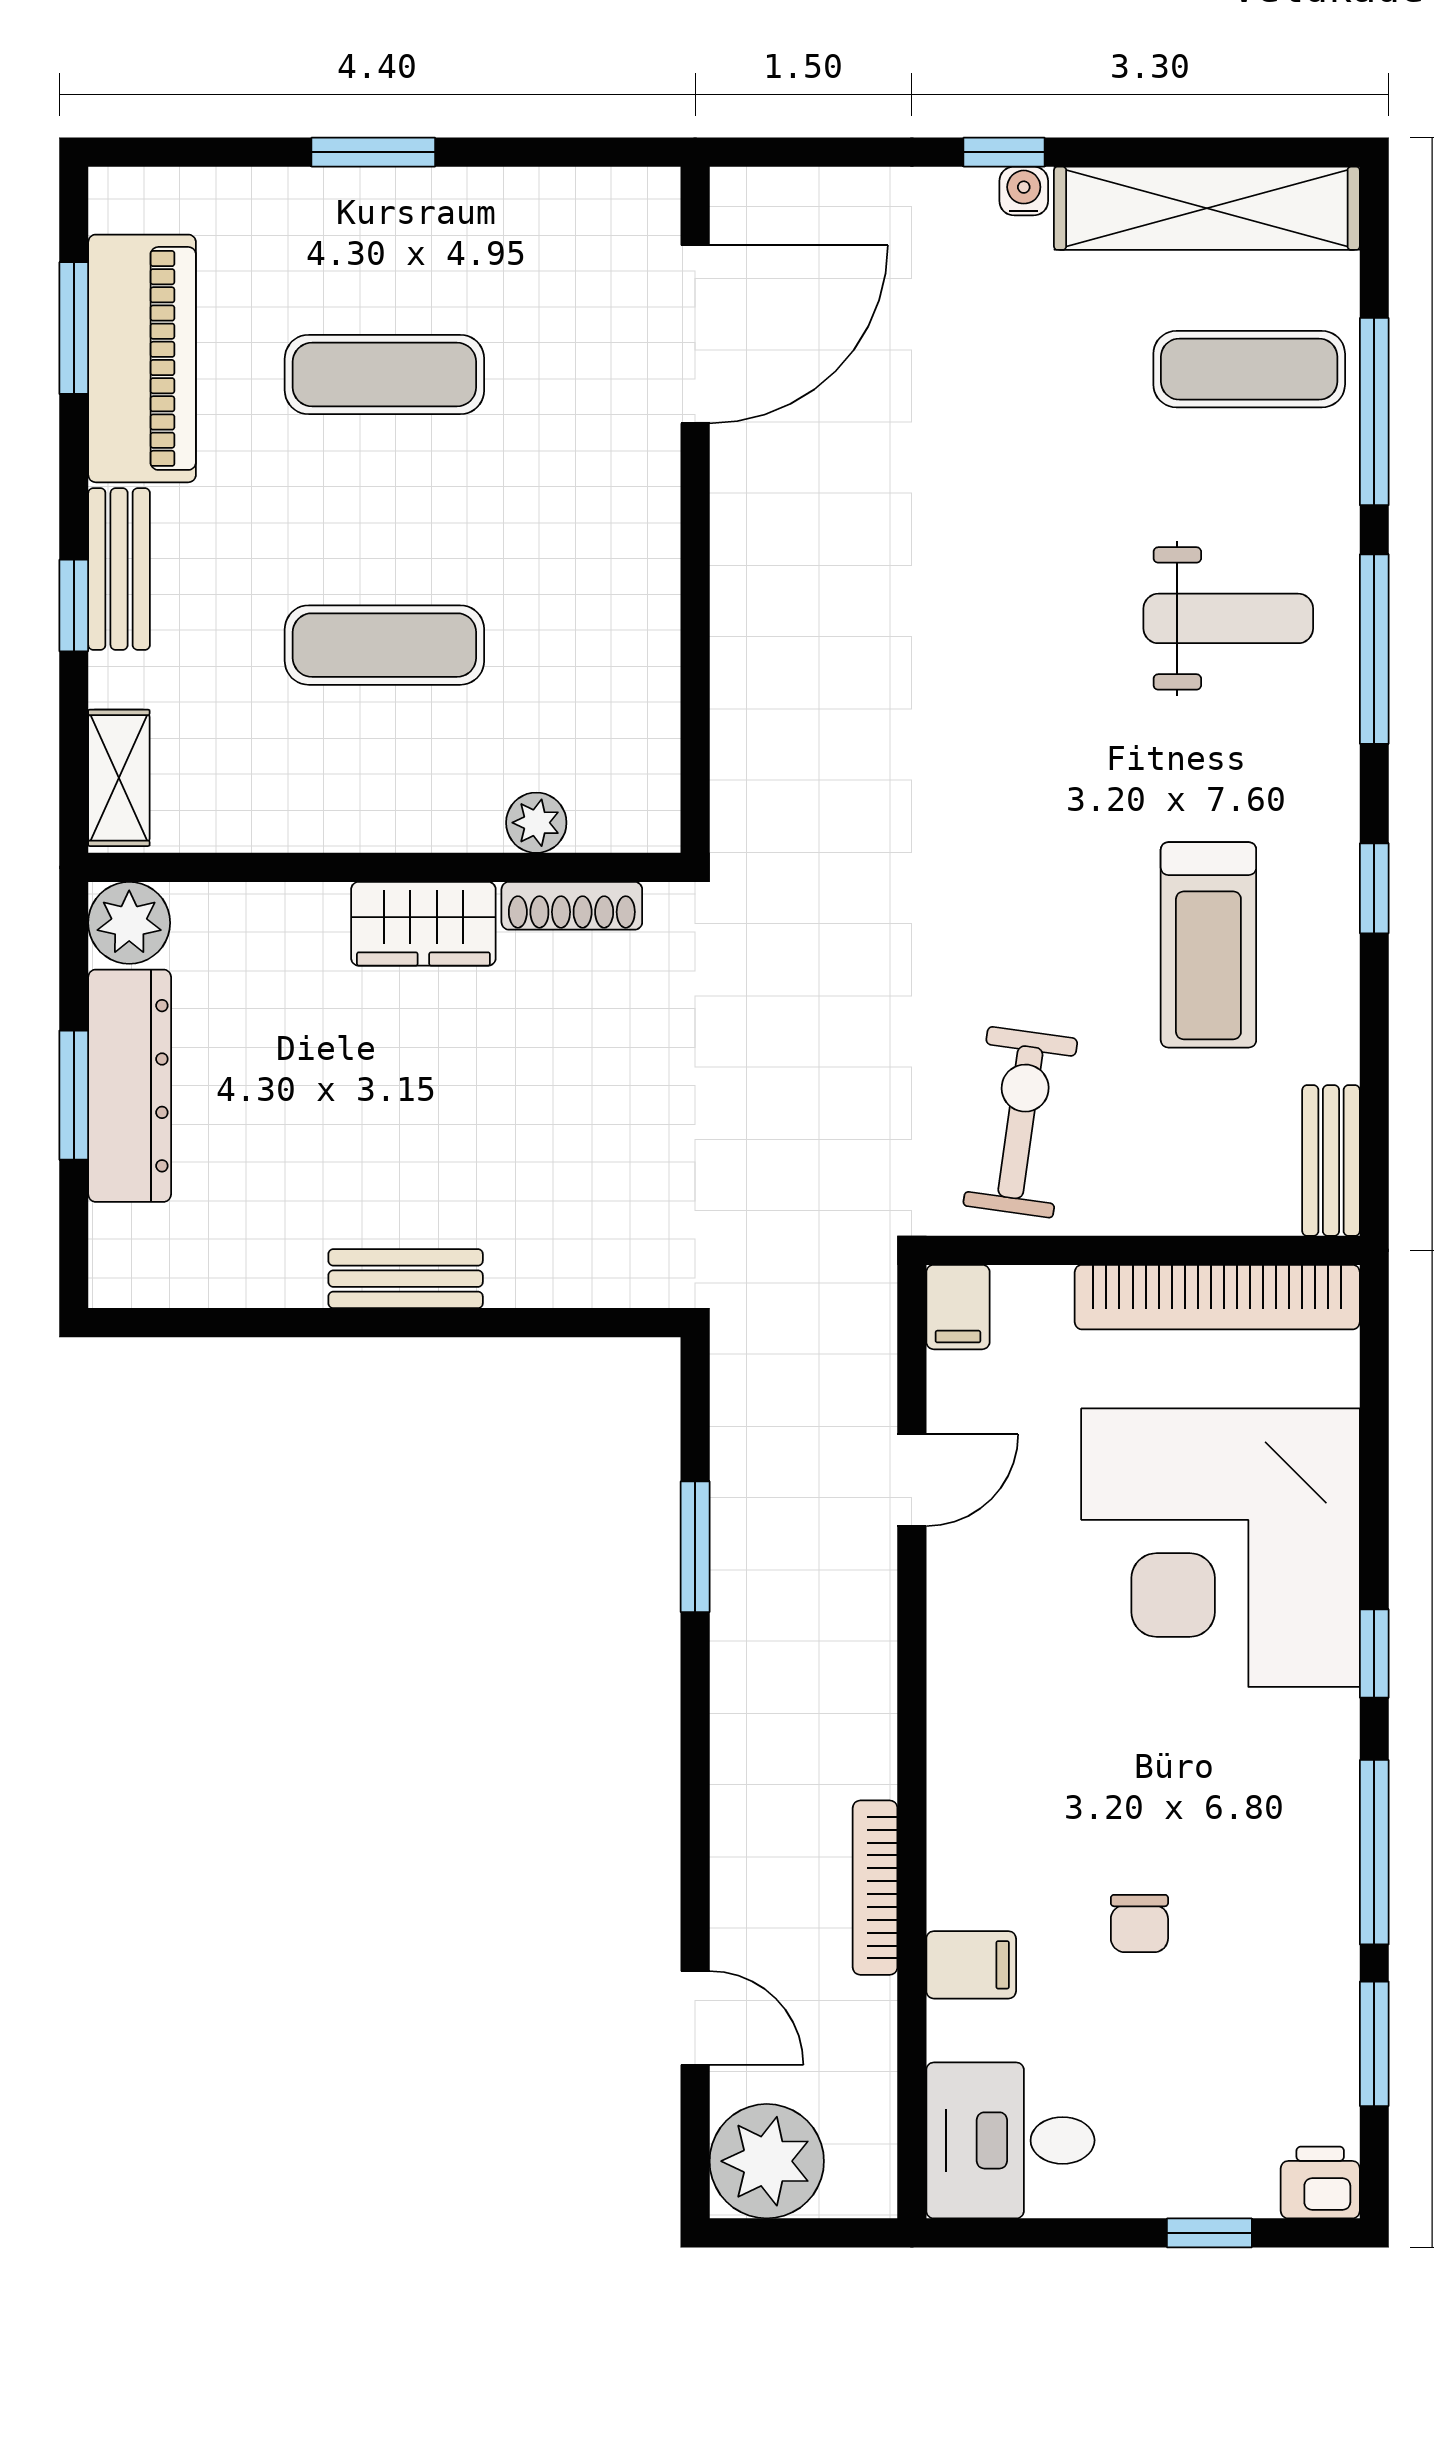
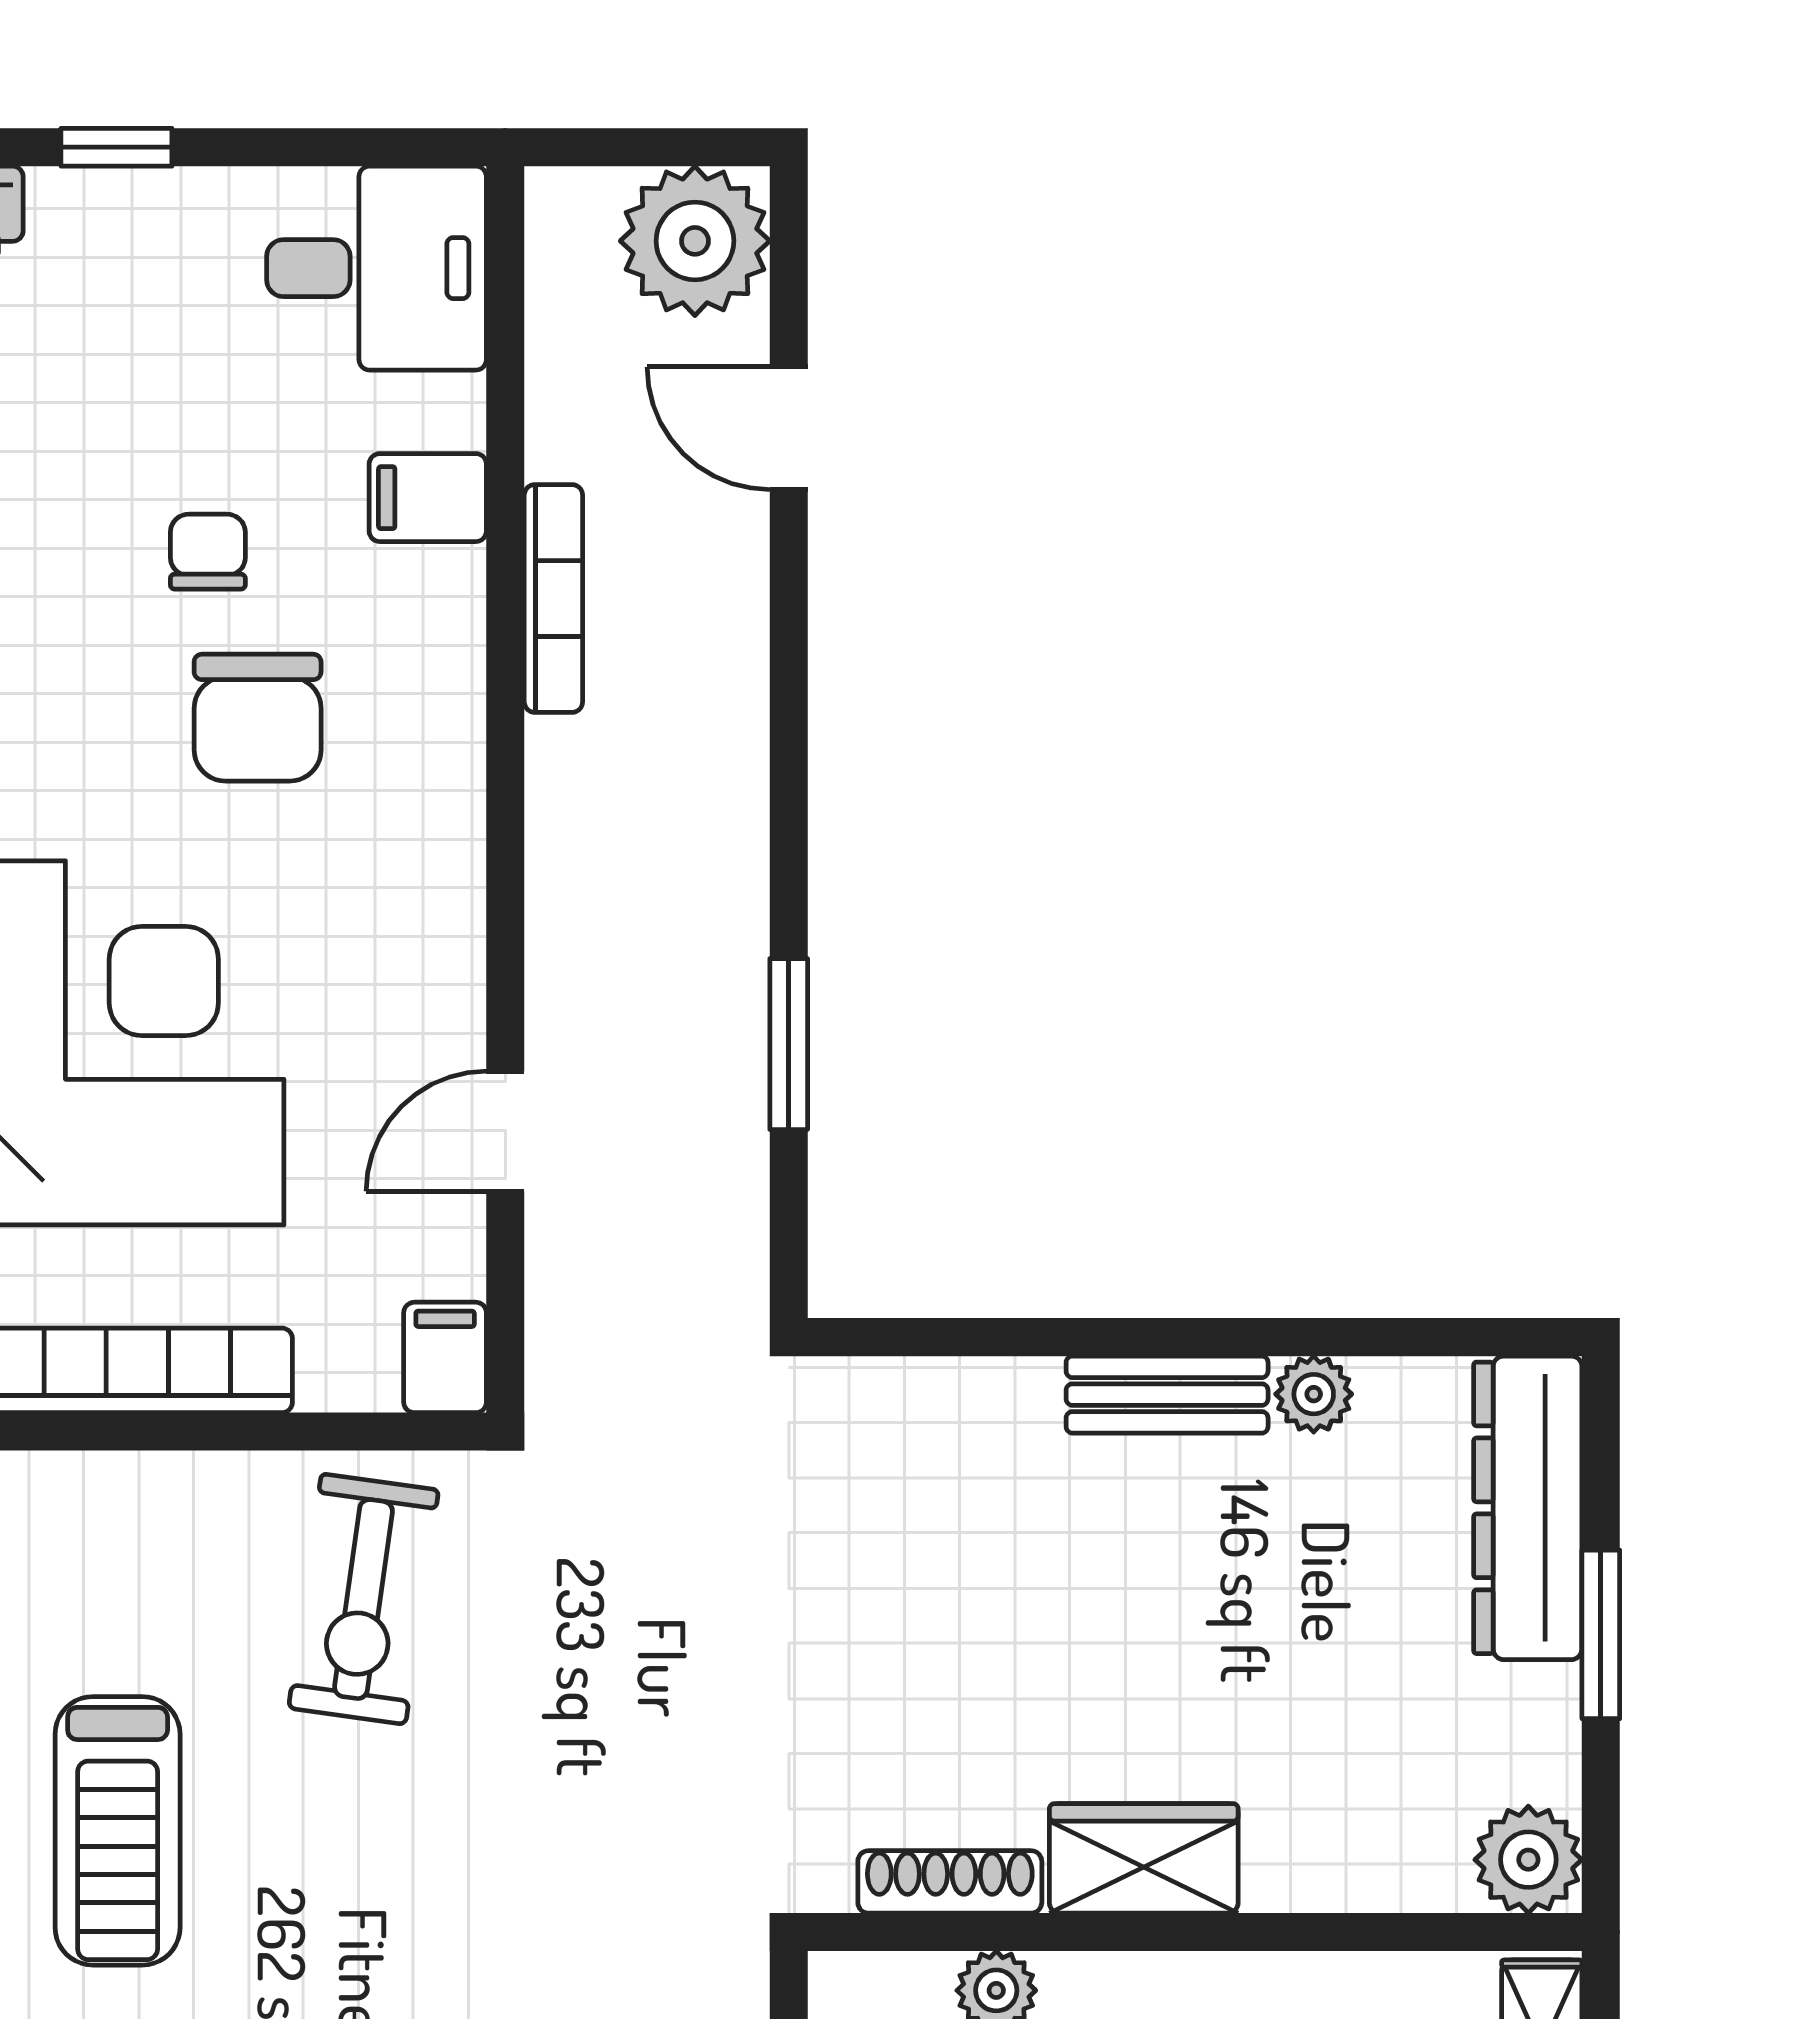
treadmill: (1208, 945) -> (118, 1831), turned 180
dresser: (130, 1086) -> (1528, 1508), moved
plant: (293, 1279) -> (1314, 1394), added
chair: (1101, 1796) -> (258, 718), added

